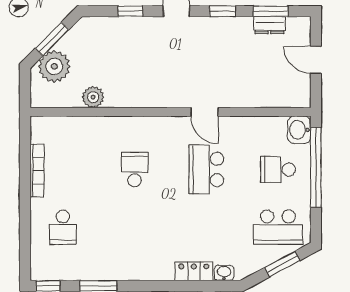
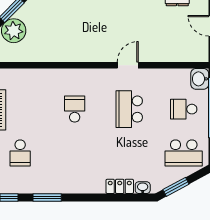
plant: (93, 97) -> (43, 54), removed
door: (204, 112) -> (128, 65), swing flipped
window: (282, 264) -> (176, 187), moved

